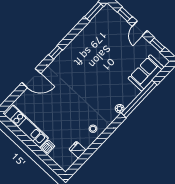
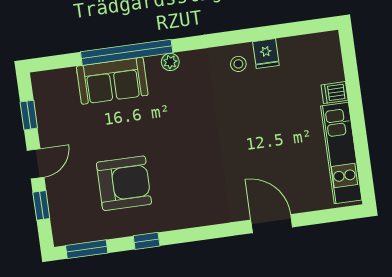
armchair: (100, 48) -> (124, 183), added
window: (55, 52) -> (147, 241), moved
sofa: (146, 73) -> (112, 81), moved
fridge: (78, 150) -> (266, 54), moved

